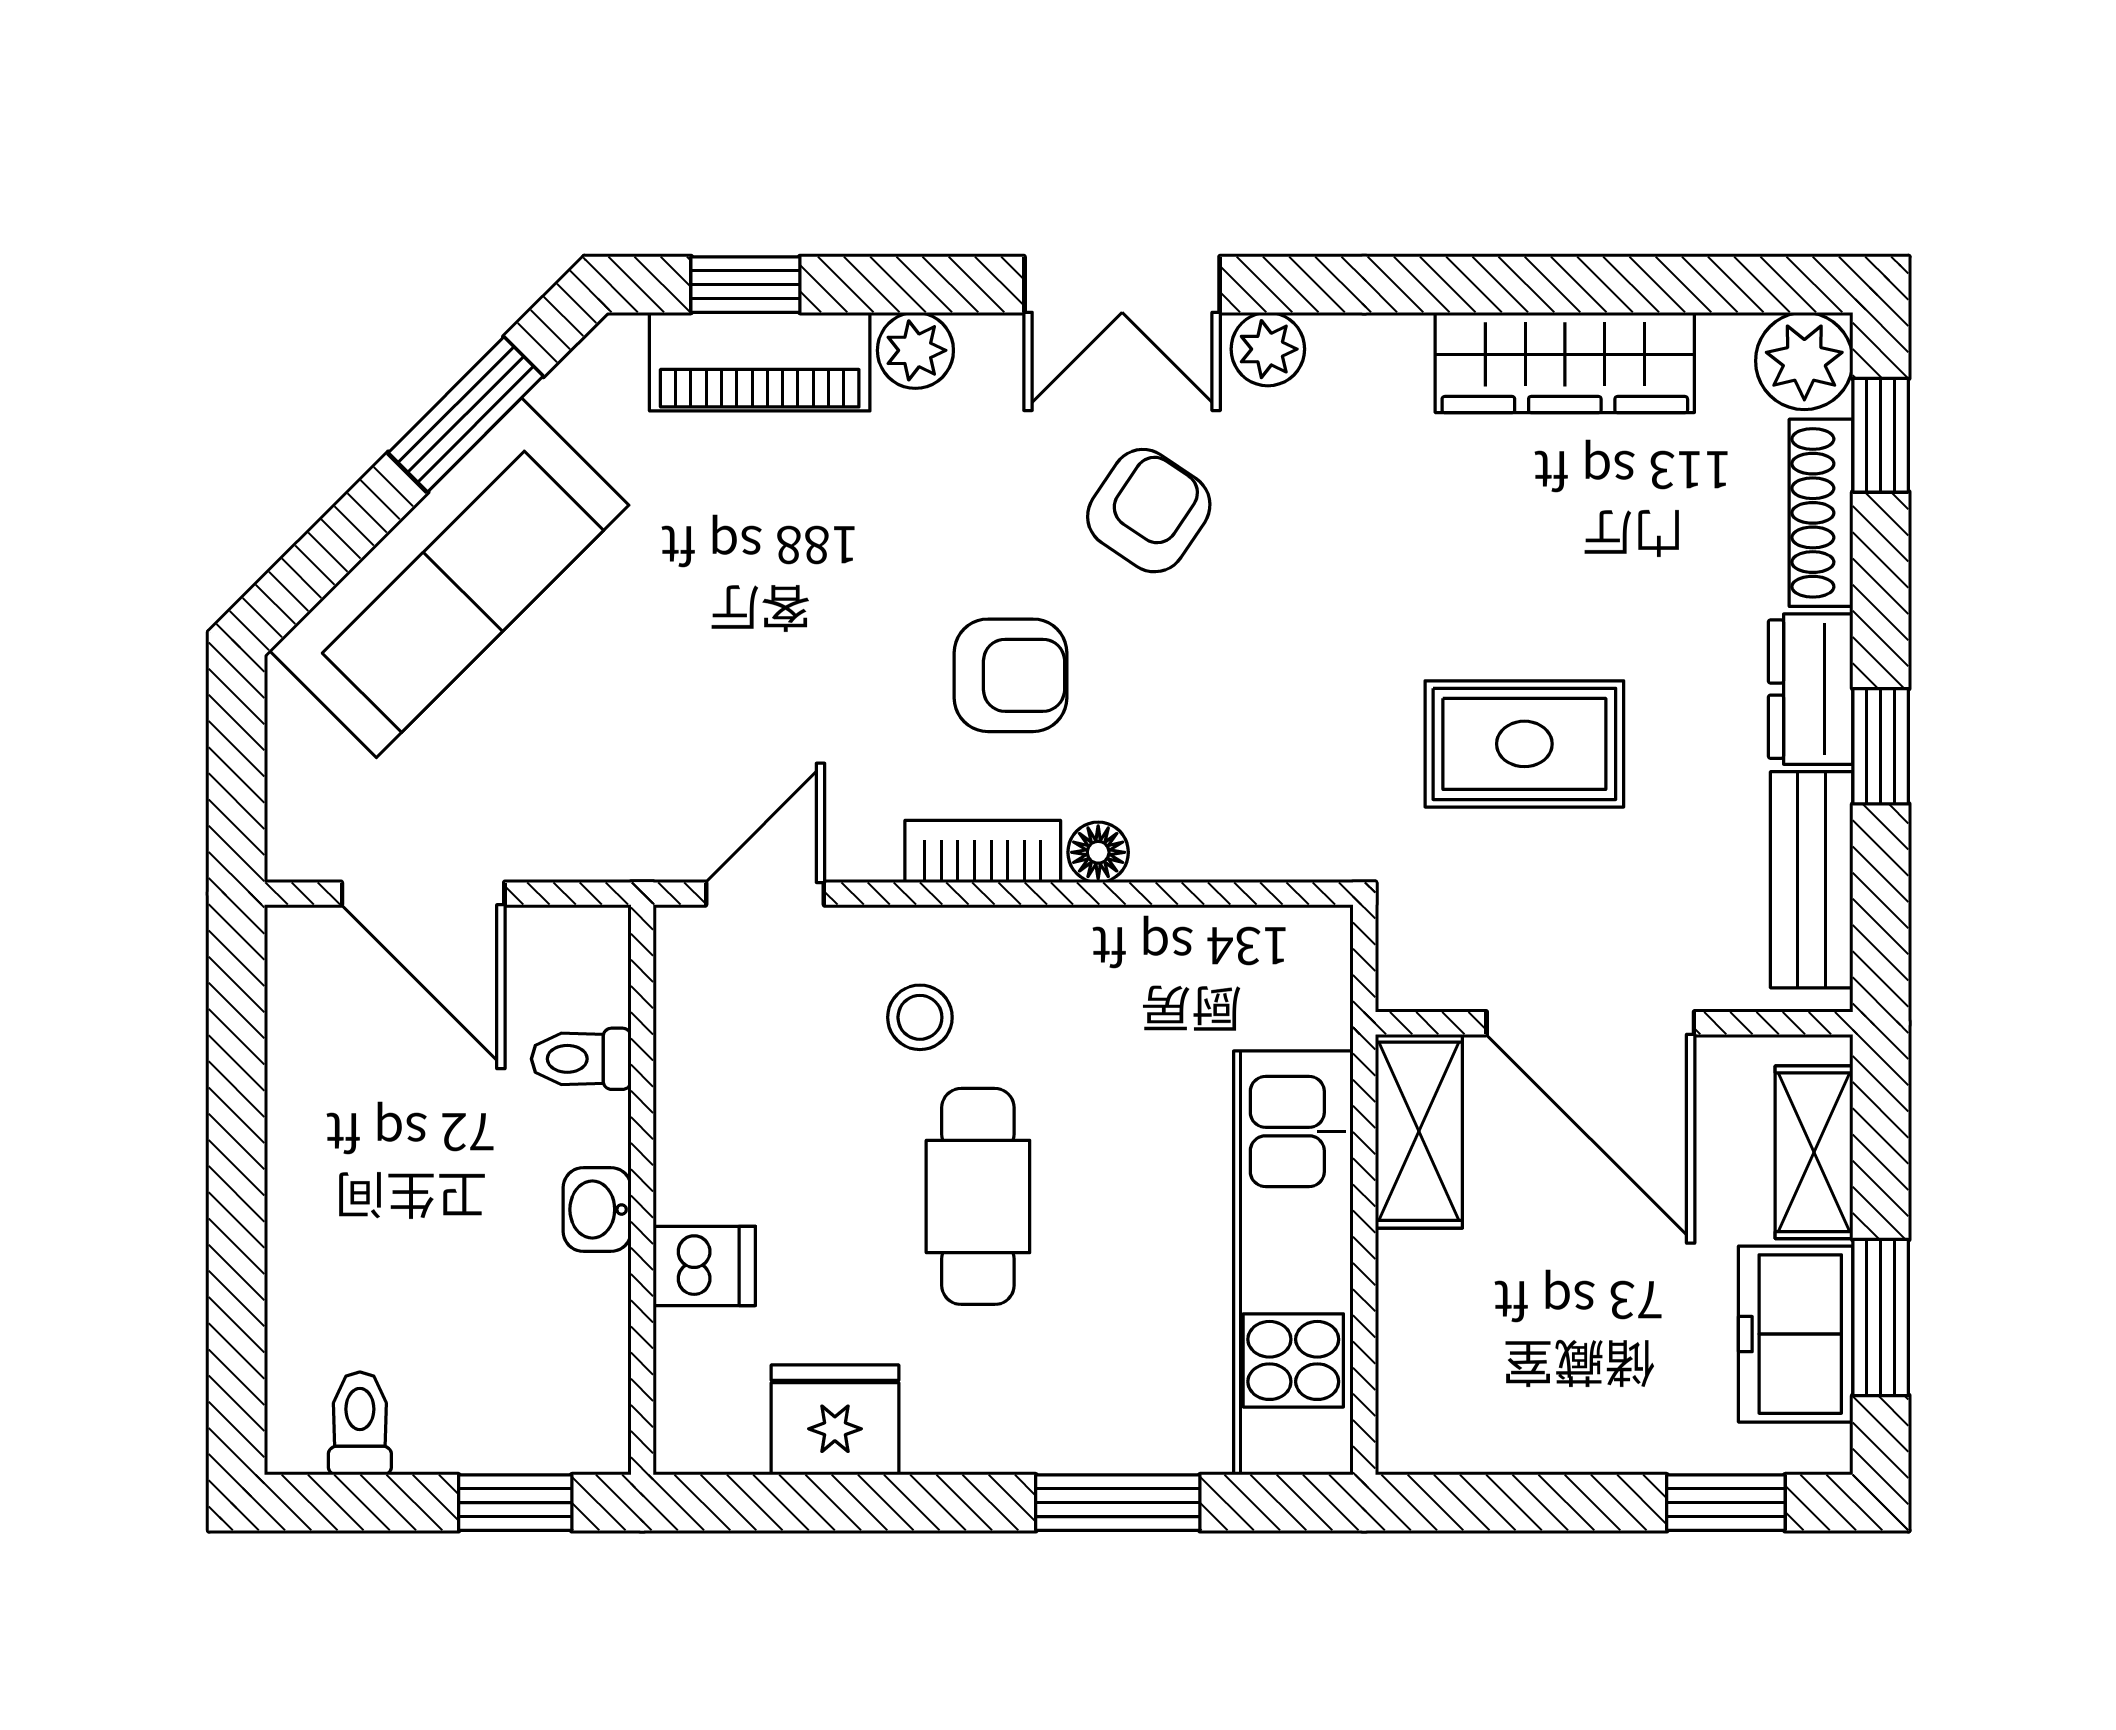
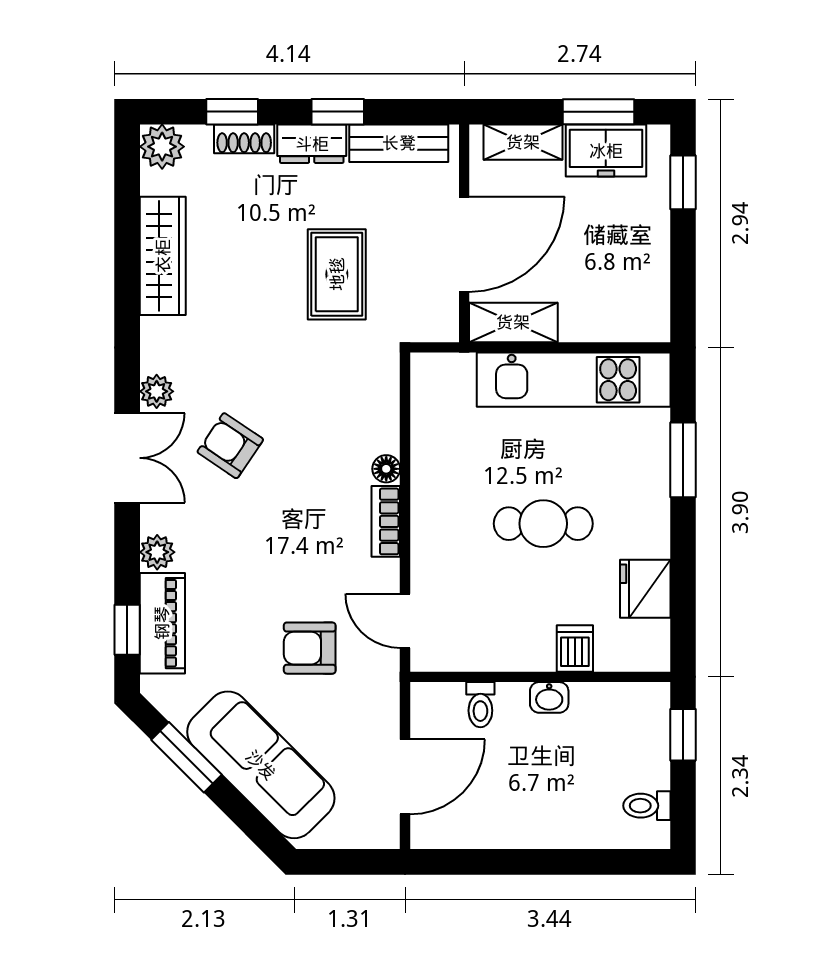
window: (1881, 435) -> (232, 112), moved
shoe rack: (1821, 513) -> (244, 139), width x0.70
armchair: (1011, 675) -> (310, 648), moved, turned -90
stool: (920, 1017) -> (462, 550), removed

